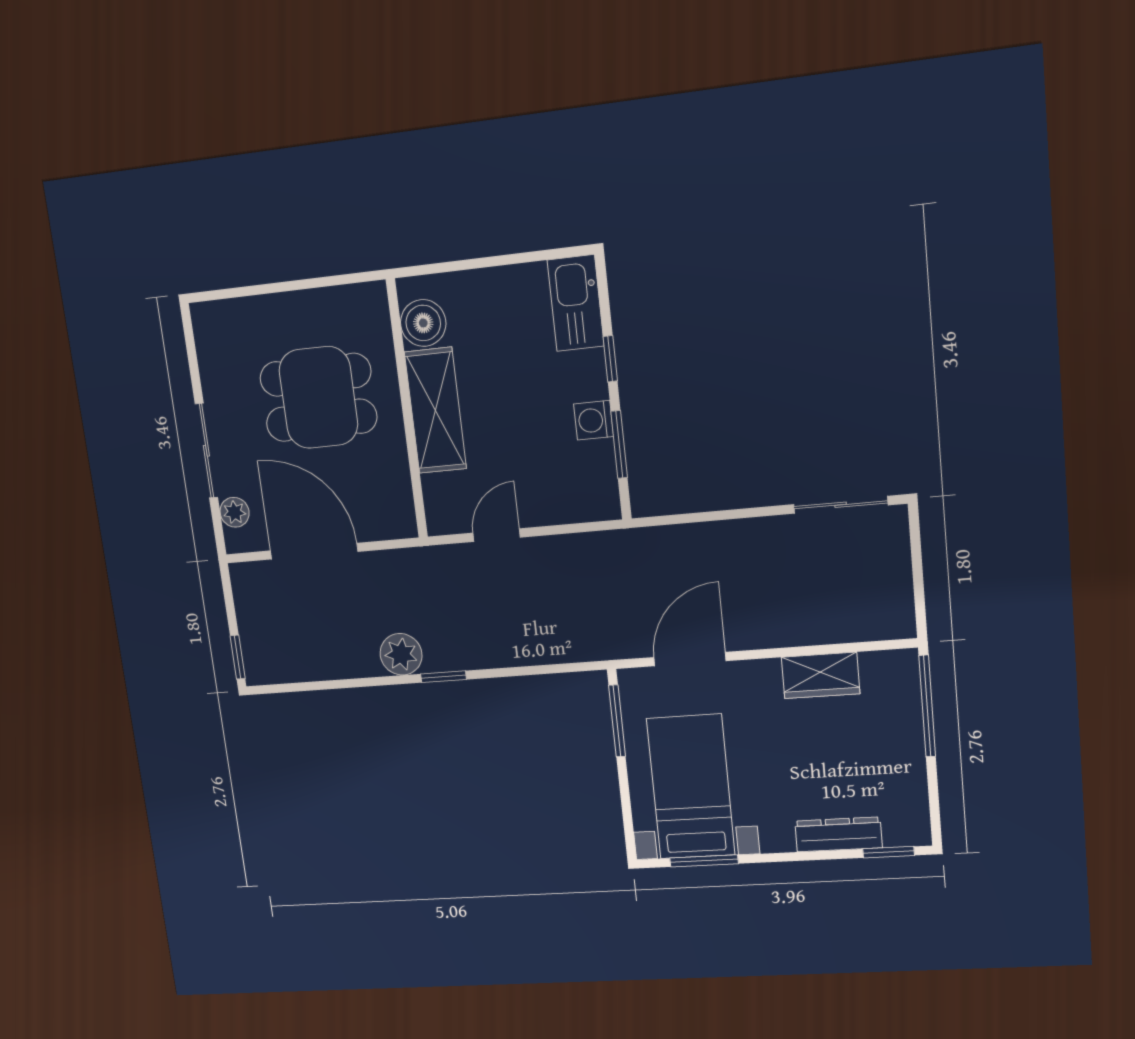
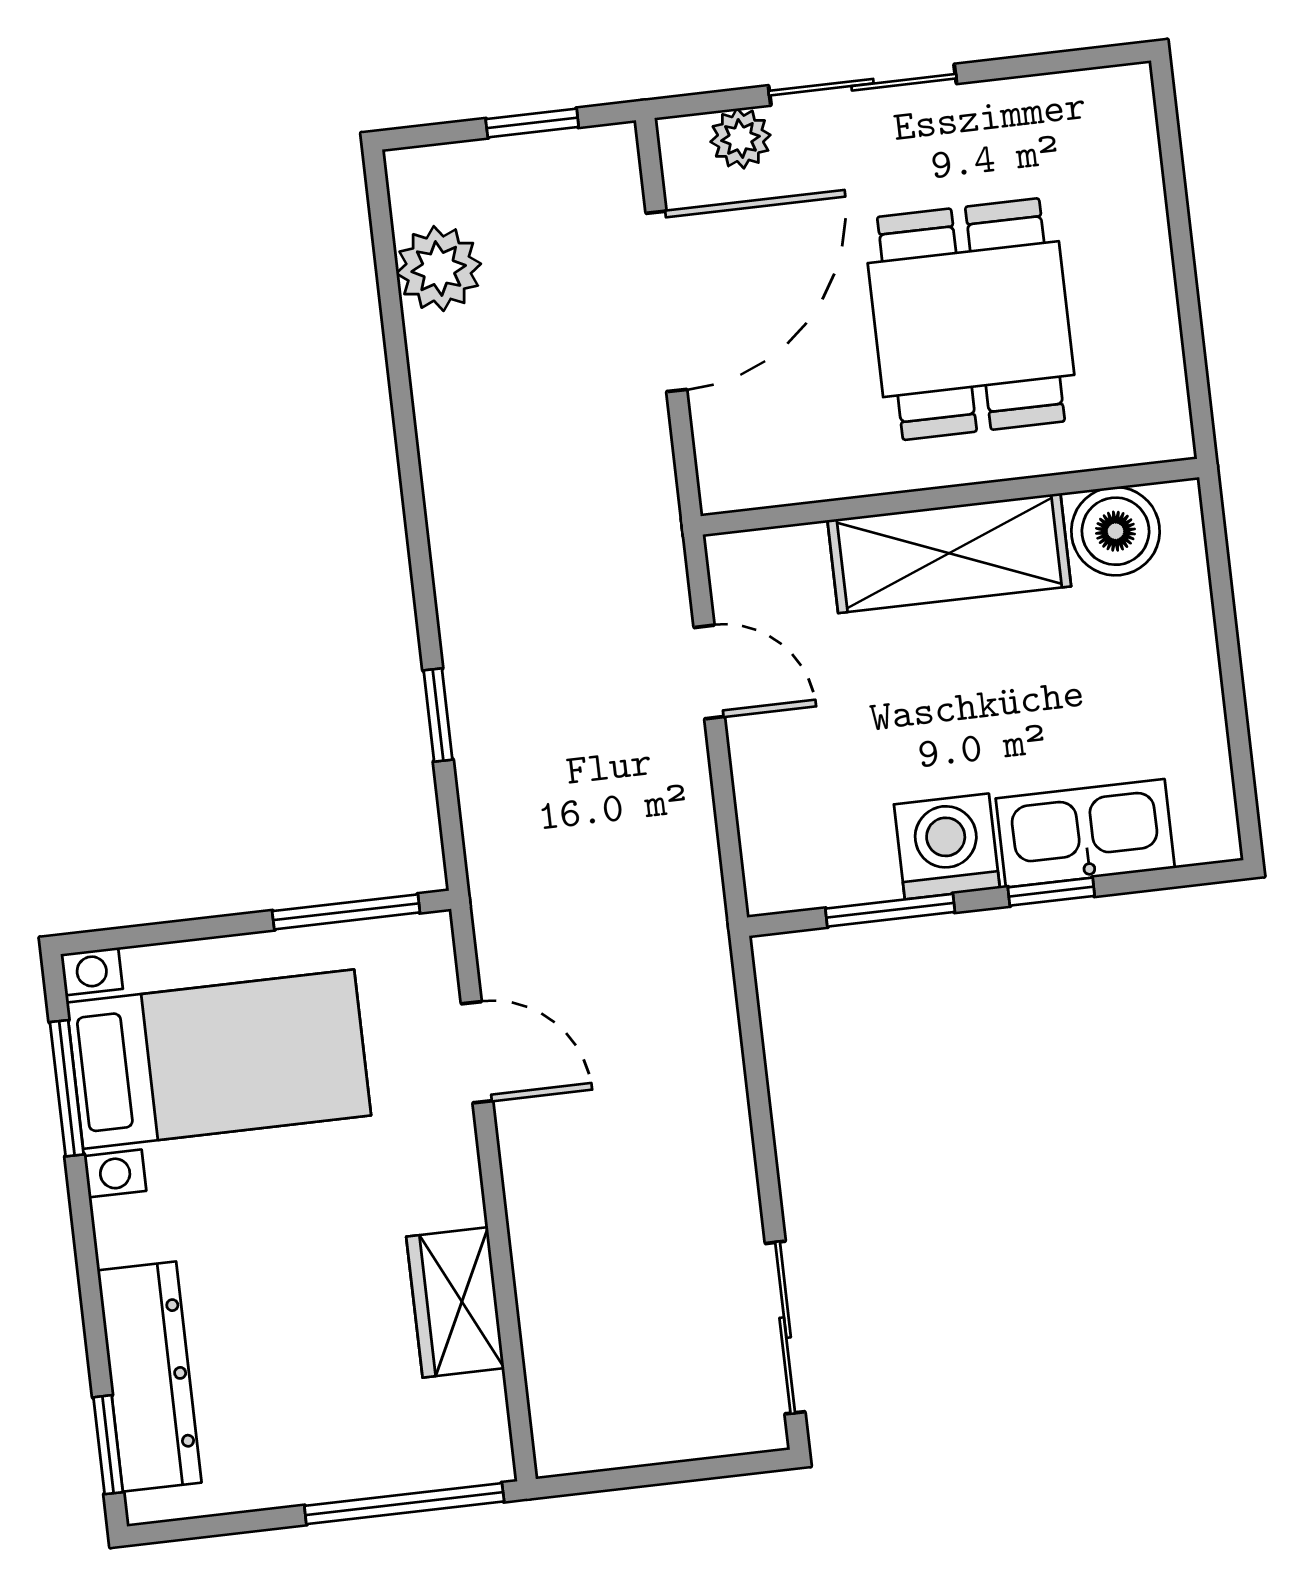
kitchen sink: (576, 303) -> (1085, 833), moved
washing machine: (594, 420) -> (947, 846), width x1.38, depth x1.38
plant: (401, 654) -> (439, 269), moved
window: (238, 657) -> (532, 123), moved
door: (690, 659) -> (477, 1052), width x0.73
window: (443, 677) -> (438, 715), moved
dresser: (838, 834) -> (149, 1376), width x1.37, depth x1.24

